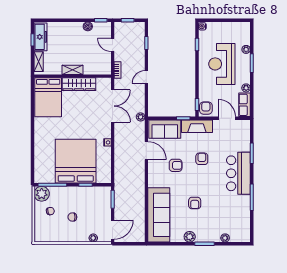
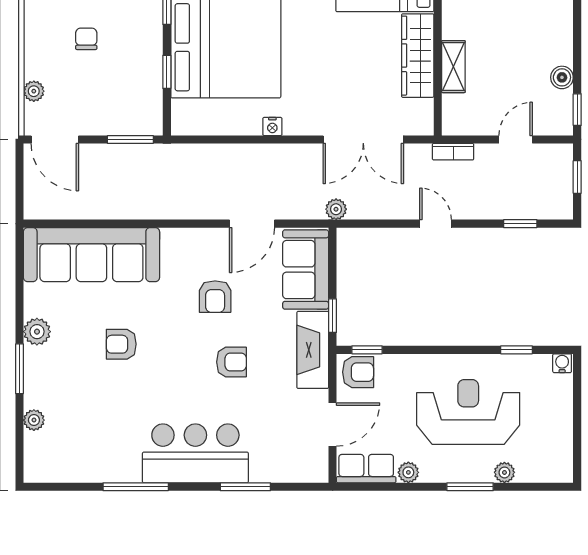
shelving: (72, 70) -> (453, 67), moved

